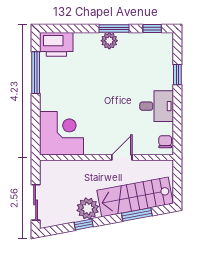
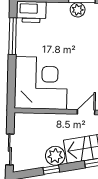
corner desk: (61, 133) -> (41, 83), width x1.36, depth x1.36

